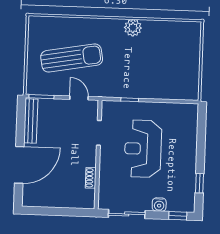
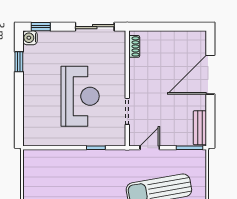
door: (79, 98) -> (150, 148), swing flipped
bench: (31, 121) -> (200, 128), width x0.73
shoe rack: (91, 178) -> (134, 46), moved
water cooler: (159, 205) -> (30, 38), moved, turned -90

